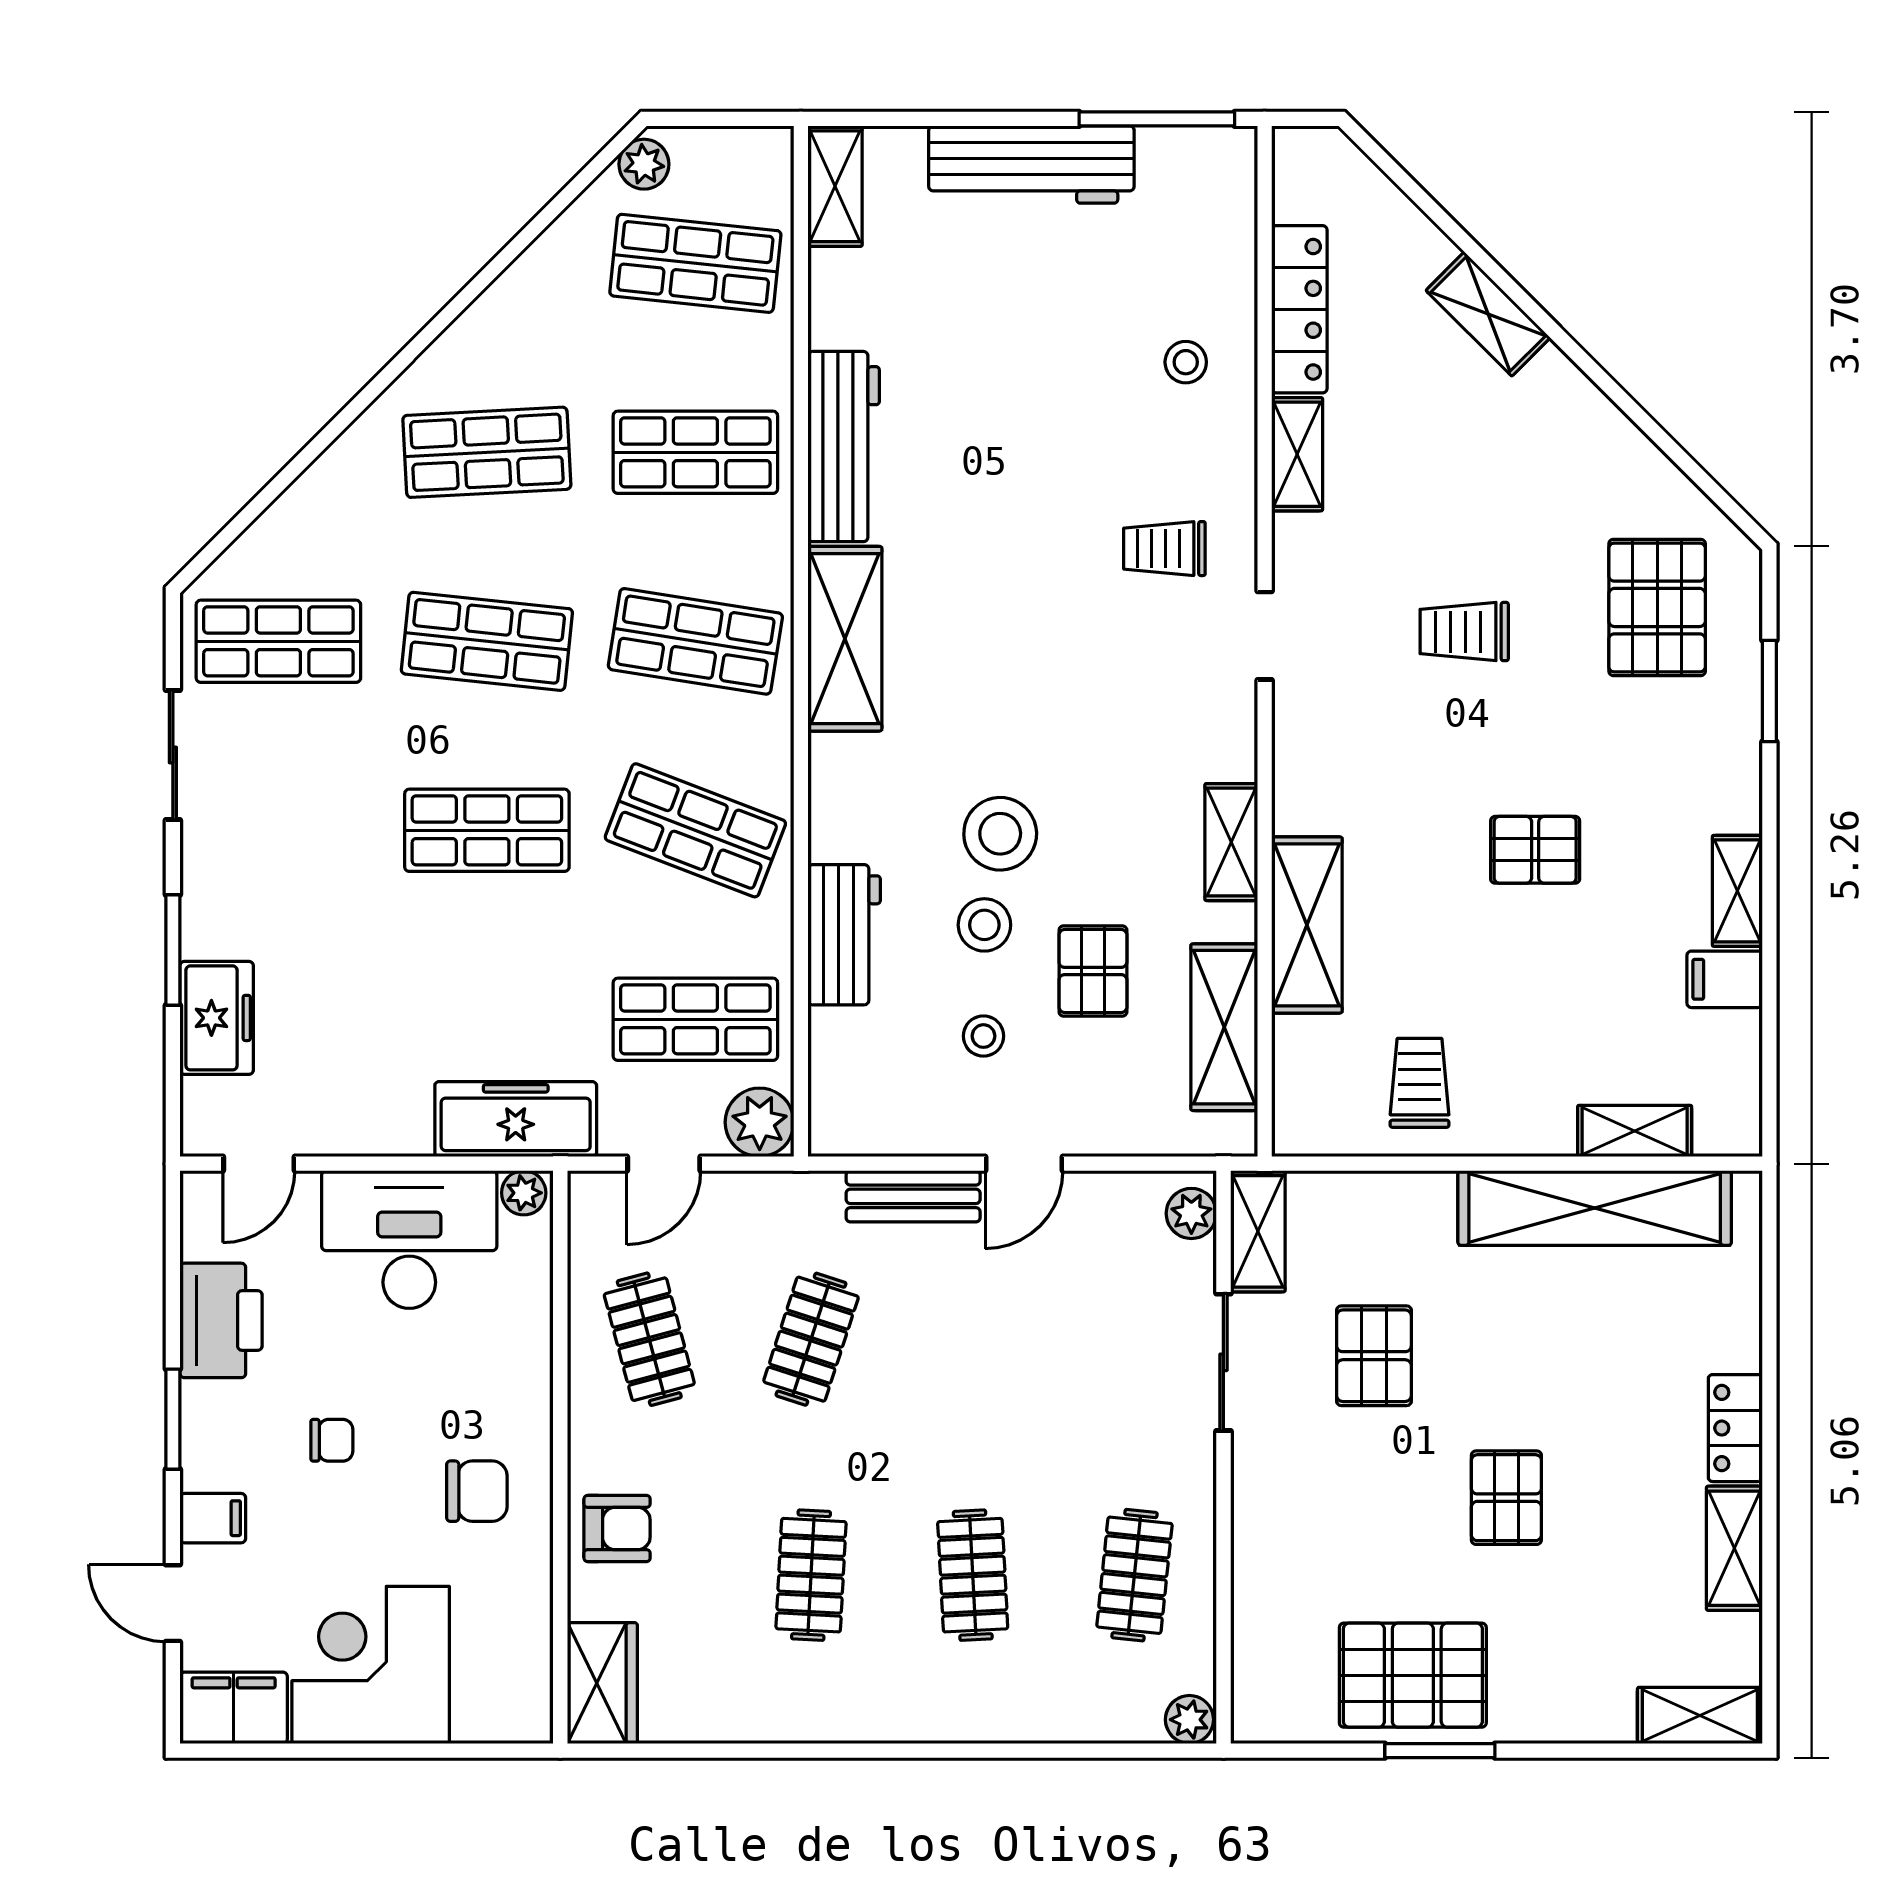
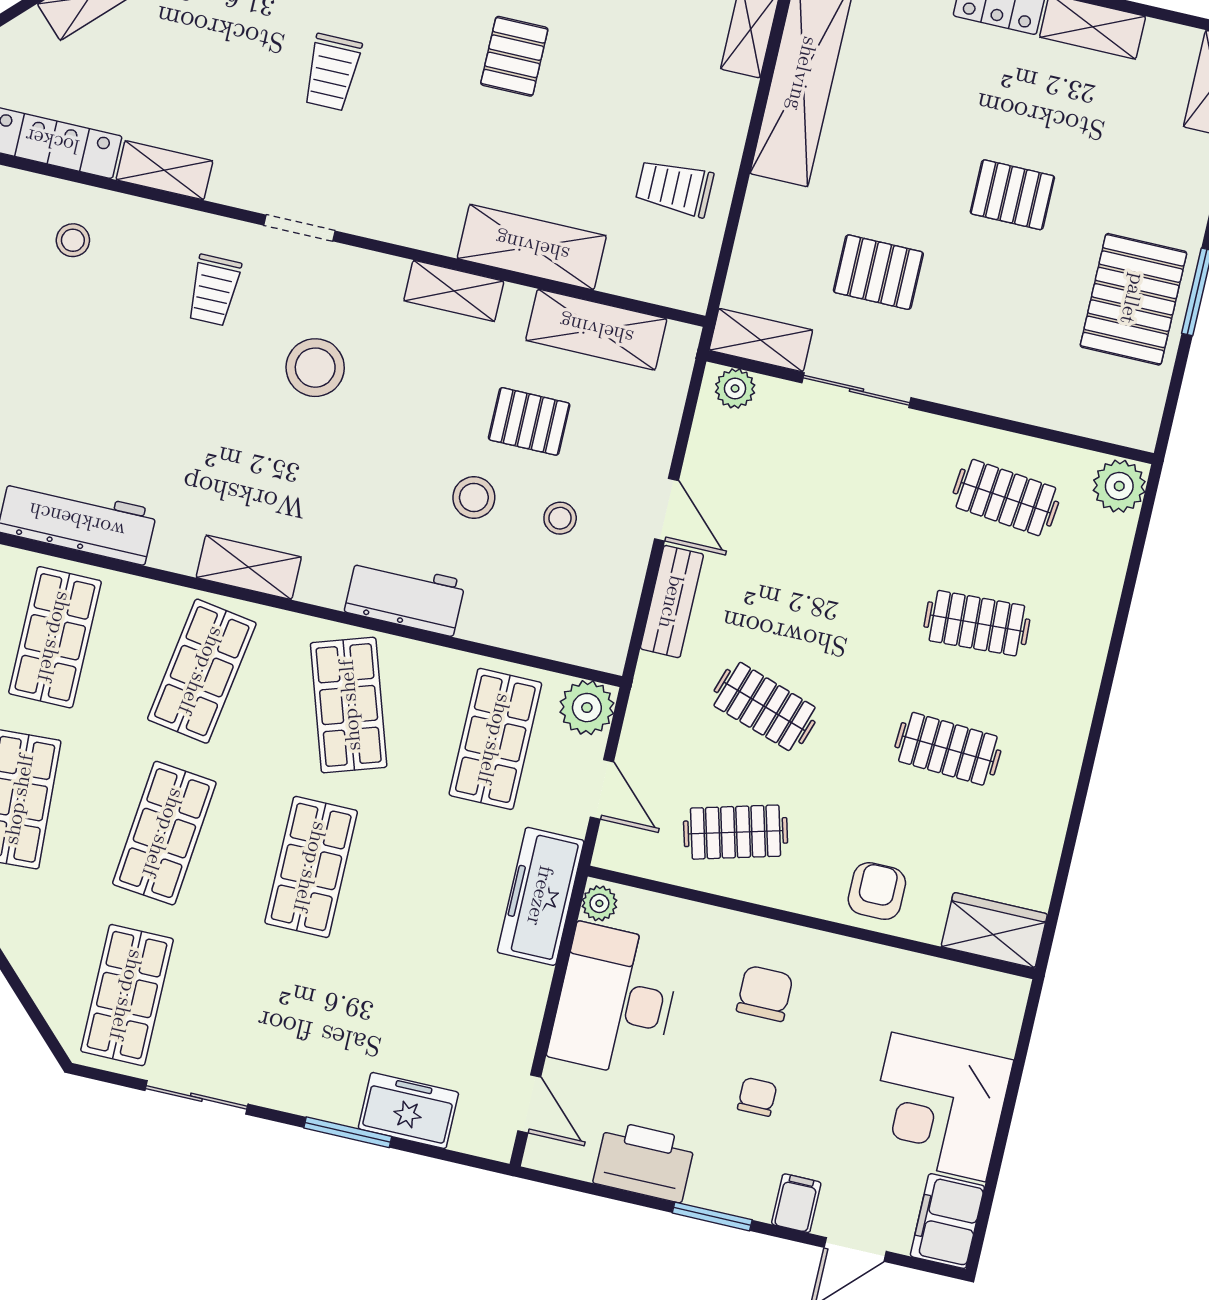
shelving: (845, 639) -> (249, 567), width x0.67, depth x0.75
shop shelf: (695, 830) -> (349, 705), turned -39
stool: (1000, 834) -> (315, 368), moved
workbench: (844, 935) -> (405, 596), moved
chair: (477, 1491) -> (765, 993), moved
plant: (1189, 1720) -> (1119, 486), width x1.38, depth x1.38

